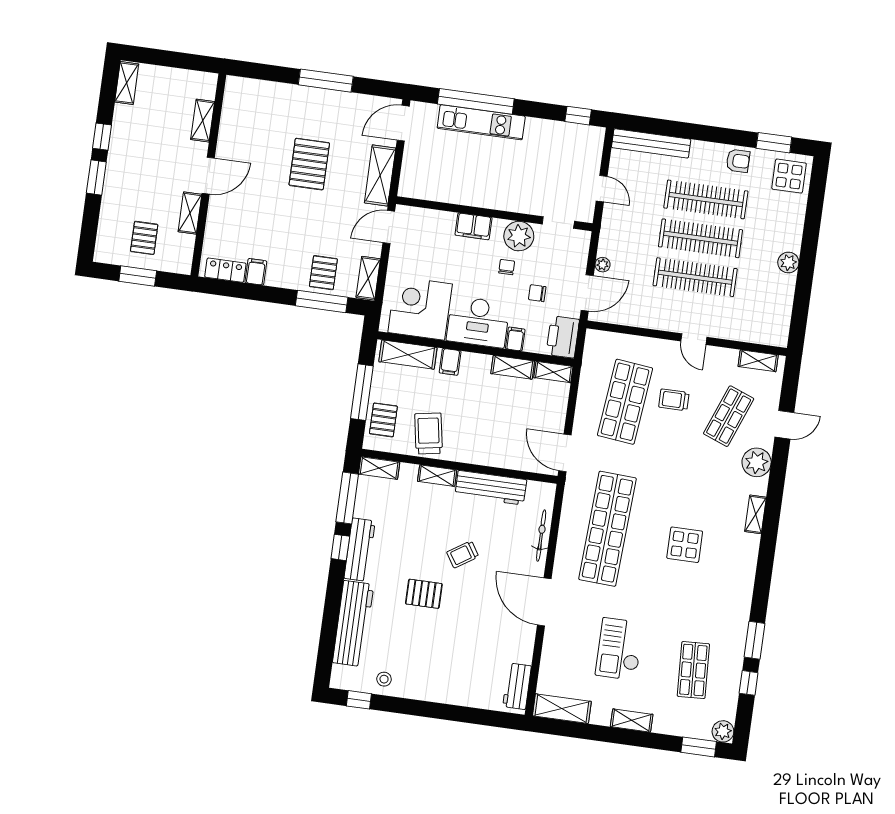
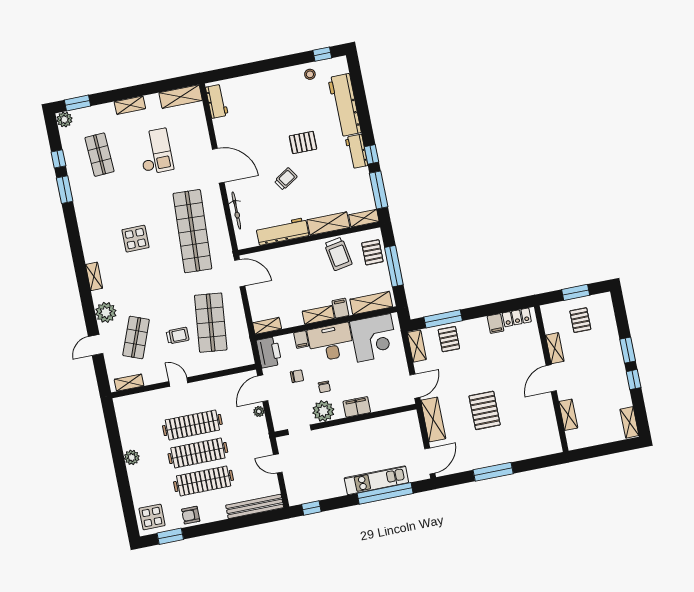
shelving: (513, 367) -> (318, 315), moved
shelving: (437, 476) -> (328, 224), width x1.50, depth x1.33
workbench: (360, 550) -> (356, 151), width x0.73

